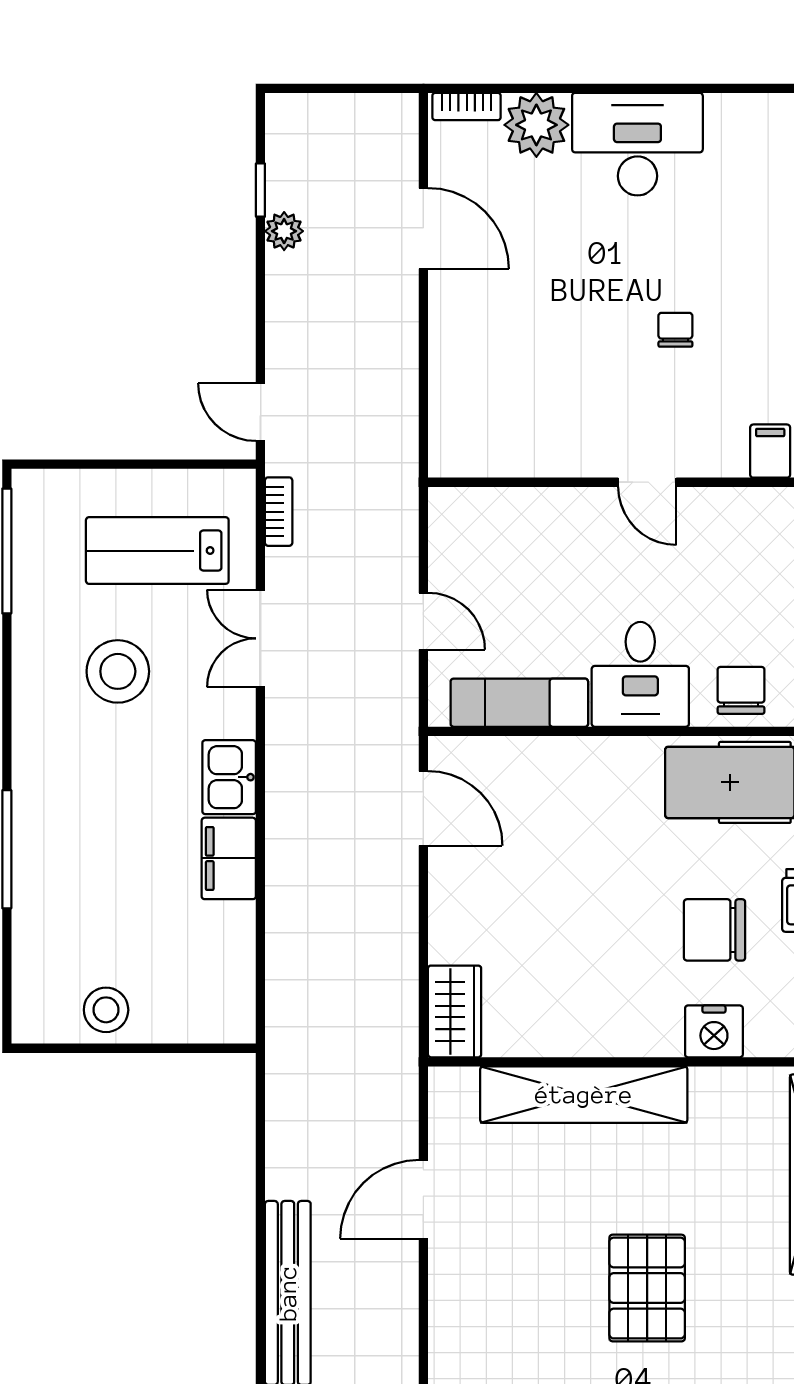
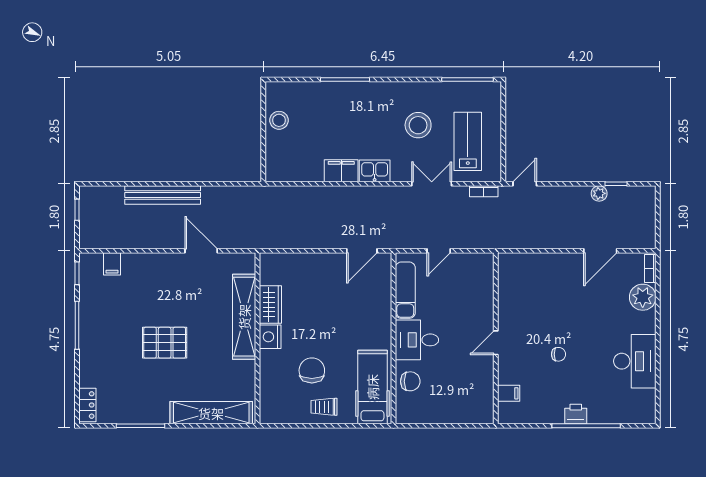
desk: (637, 144) -> (635, 361), moved
wardrobe: (455, 1011) -> (270, 305), moved, turned -90
nightstand: (714, 1031) -> (270, 337), moved

